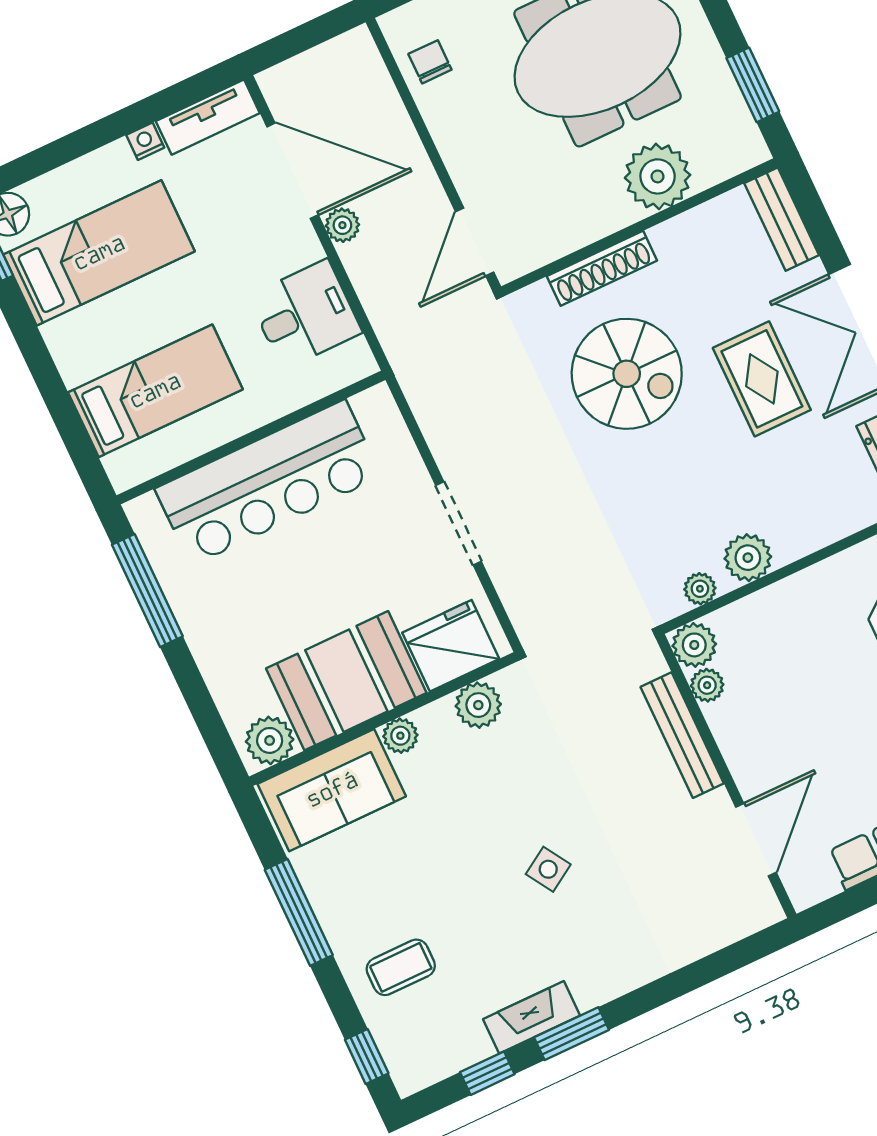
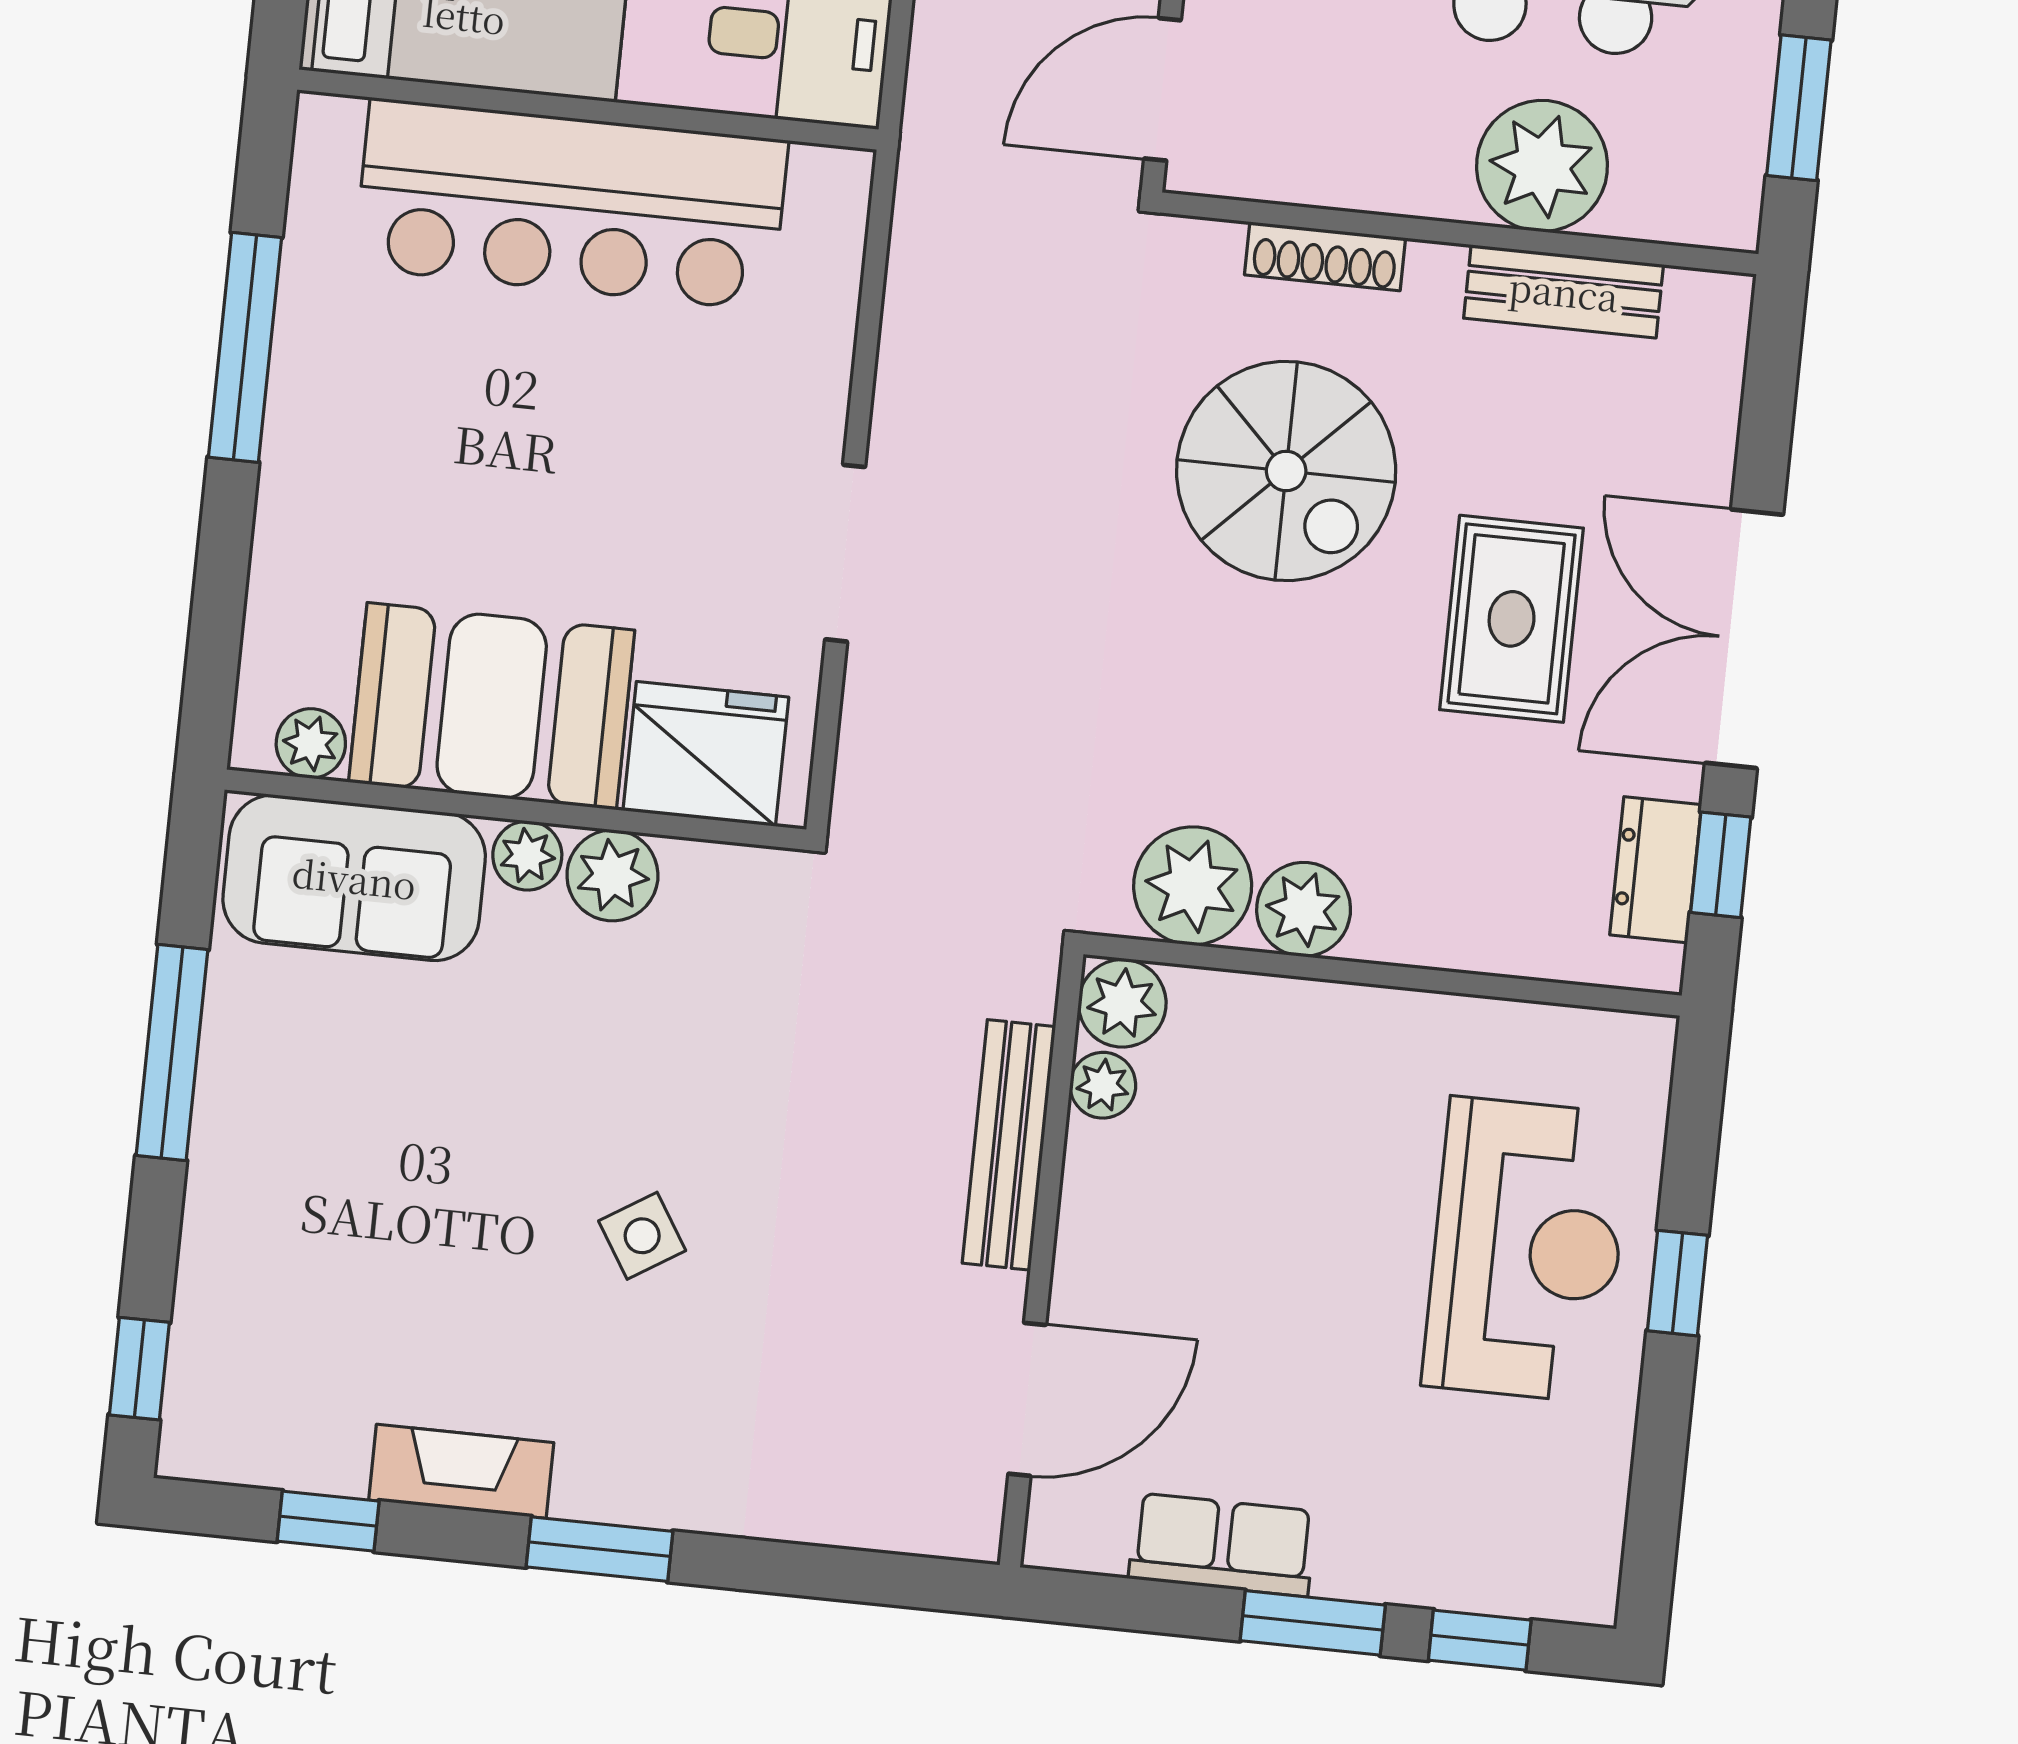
bench: (782, 219) -> (1564, 291), moved, turned 90
shoe rack: (602, 268) -> (1325, 256), width x0.74, depth x0.81
wall: (251, 438) -> (588, 110), moved
bar counter: (268, 483) -> (571, 204), moved
plant: (700, 589) -> (1193, 886), width x1.88, depth x1.88
plant: (478, 705) -> (612, 875), moved
plant: (270, 740) -> (311, 743), width x0.73, depth x0.73
coffee table: (401, 967) -> (289, 1251), removed
window: (571, 1034) -> (599, 1549), moved

